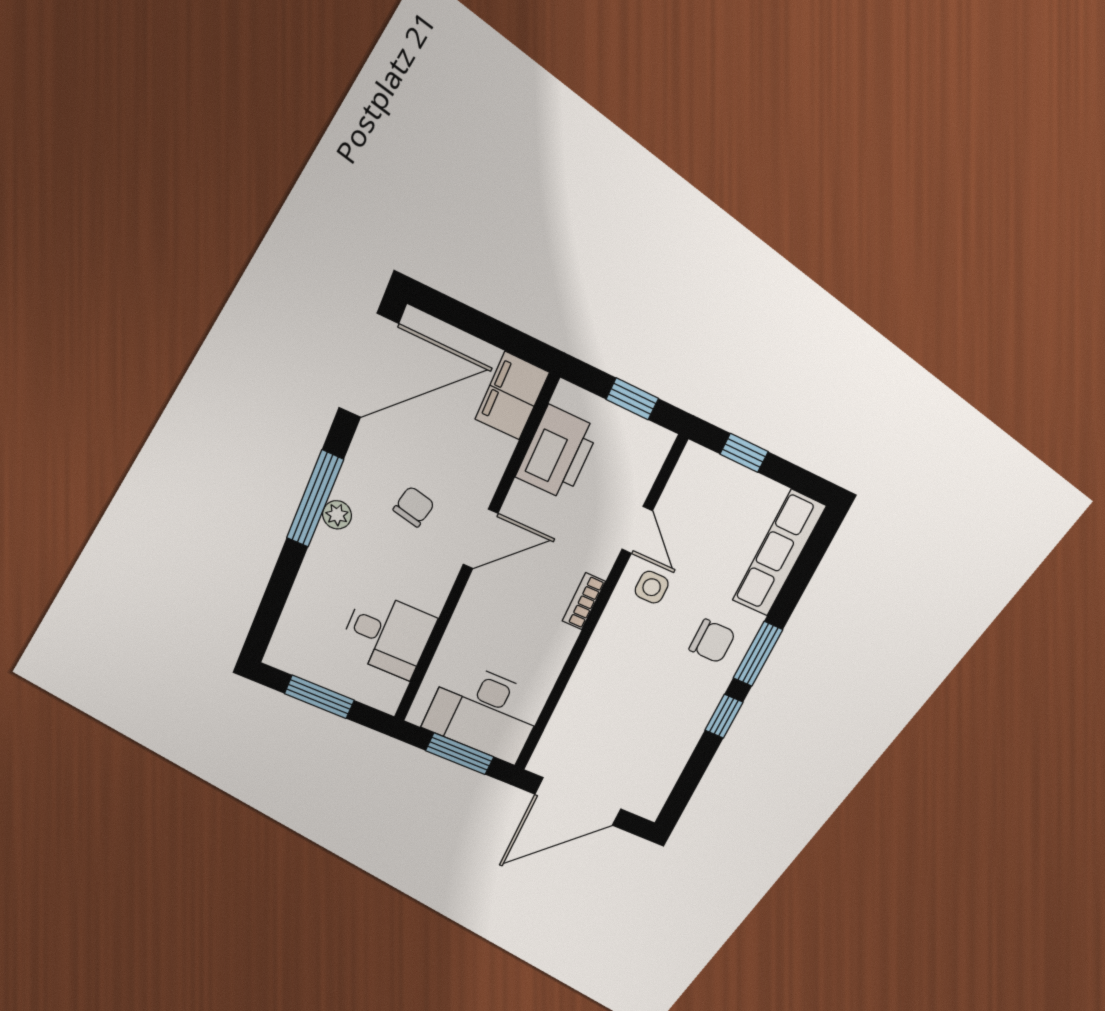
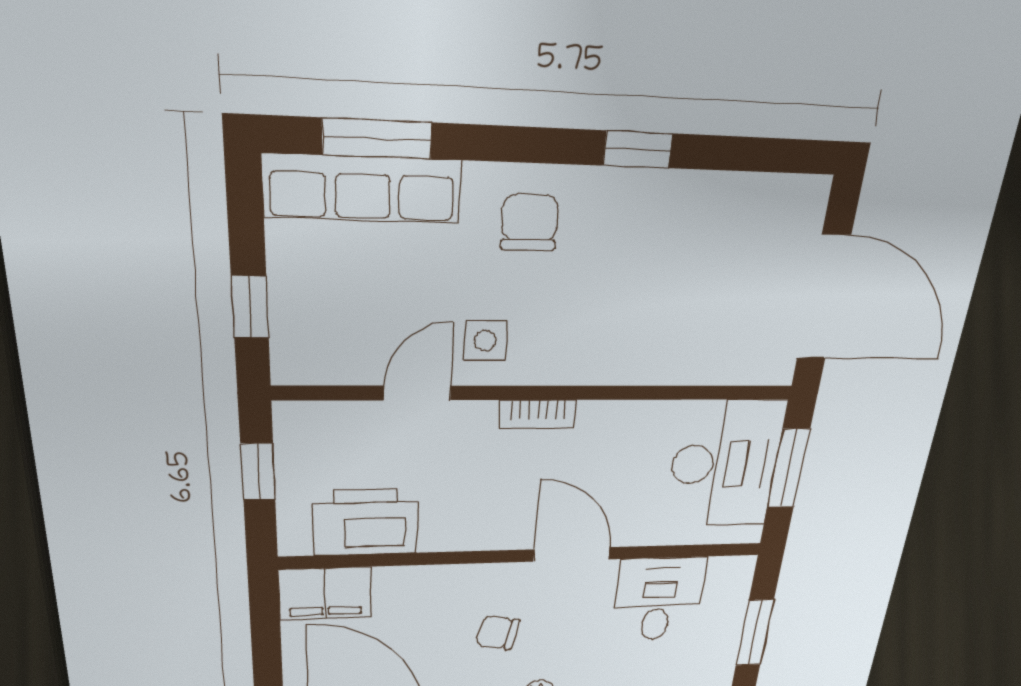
door: (481, 539) -> (572, 554), moved
window: (758, 654) -> (377, 138), moved

